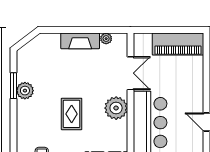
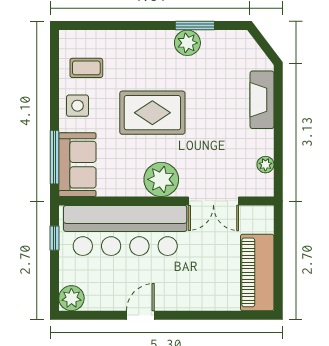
fireplace: (80, 41) -> (262, 100), moved
rug: (72, 114) -> (152, 113), width x1.36, depth x1.43

